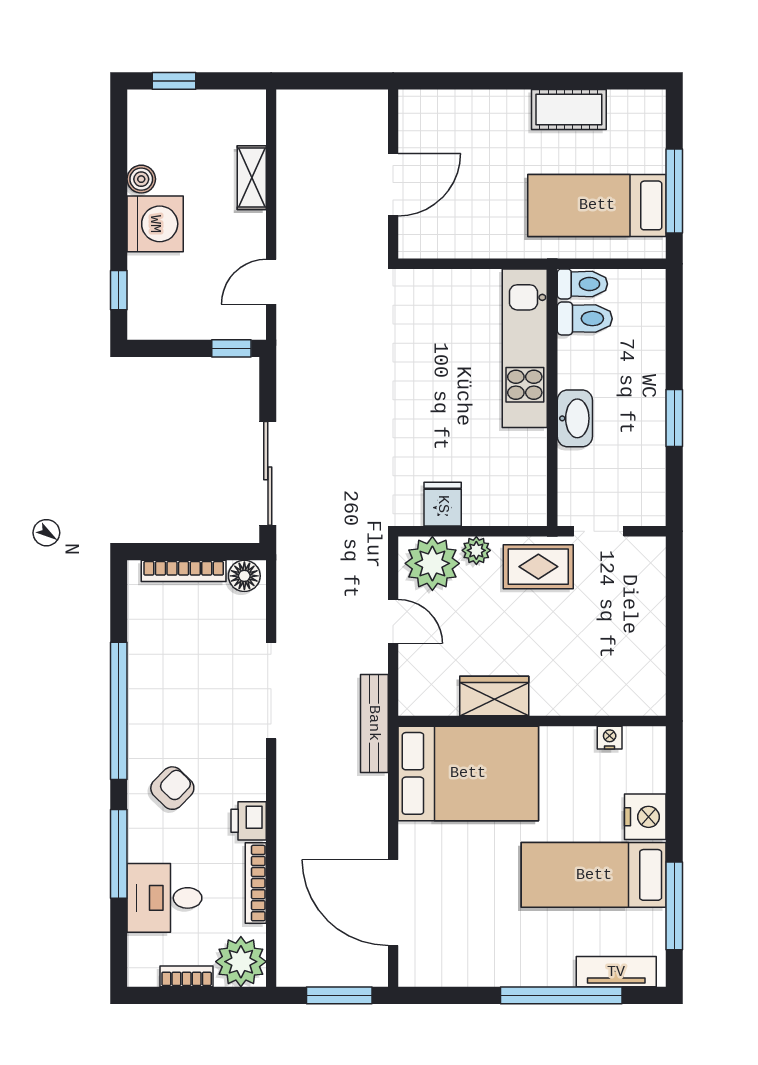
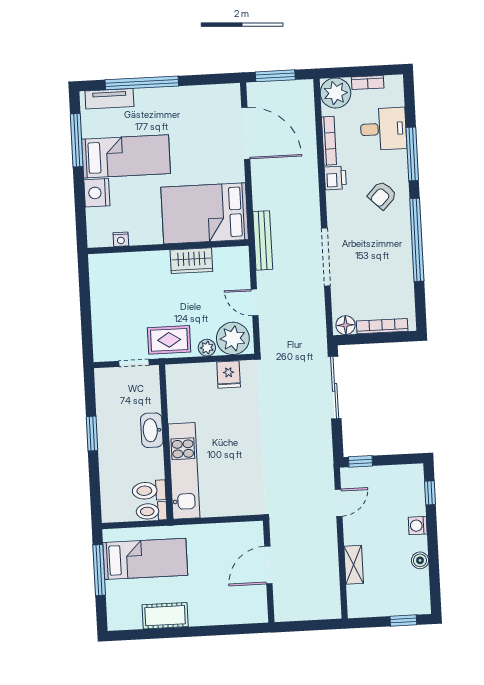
washing machine: (155, 224) -> (418, 526), width x0.53, depth x0.53

